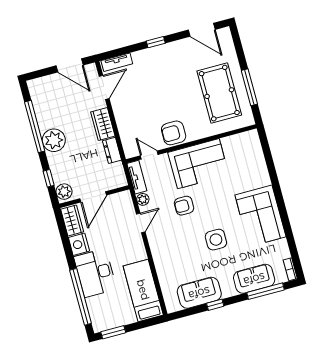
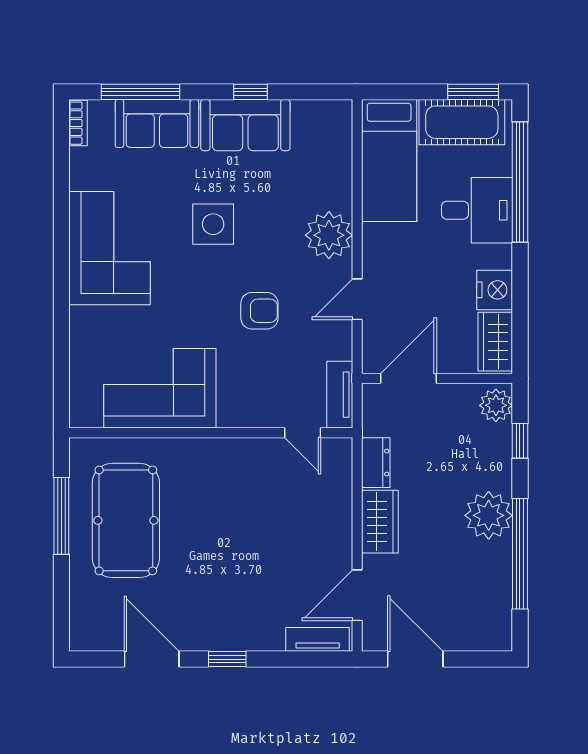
door: (202, 30) -> (152, 659), moved
armchair: (174, 133) -> (241, 464), removed
corner sofa: (198, 164) -> (160, 388), moved
door: (93, 197) -> (408, 378), moved
plant: (143, 199) -> (329, 235), moved, width x1.88, depth x1.88
desk: (95, 273) -> (477, 210), width x0.73
sofa: (199, 293) -> (245, 125), moved
cot: (115, 317) -> (462, 122), added

